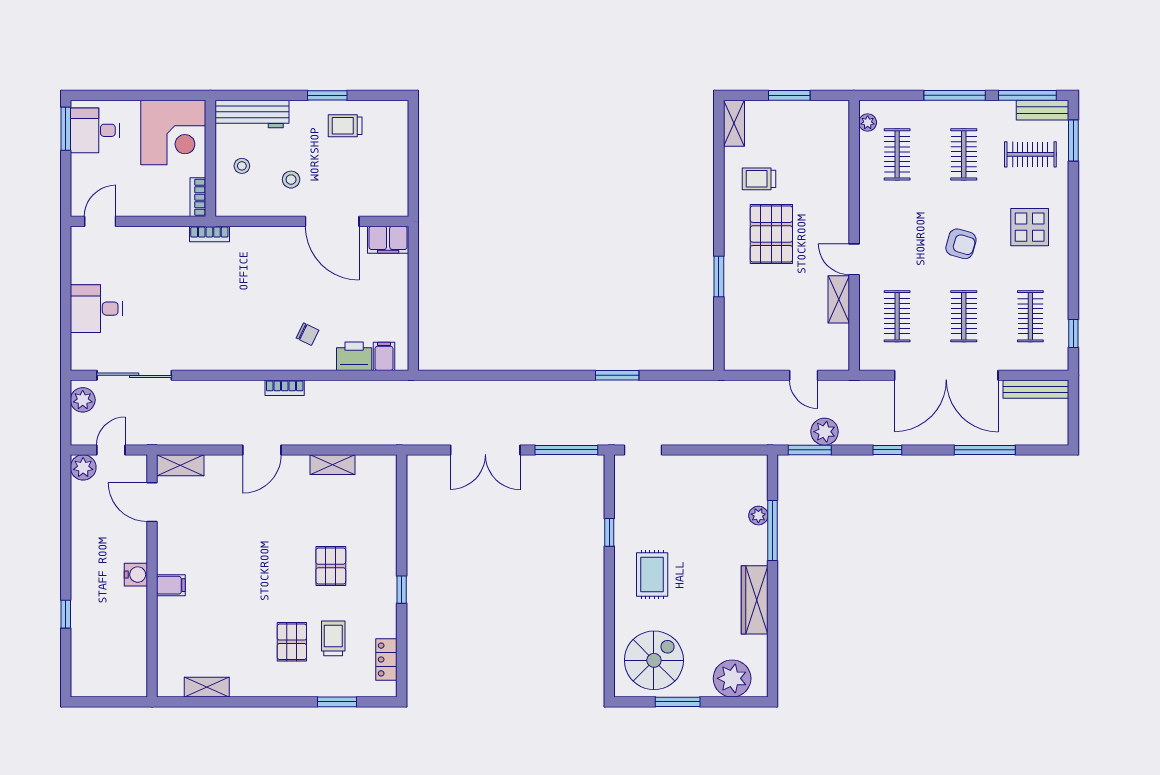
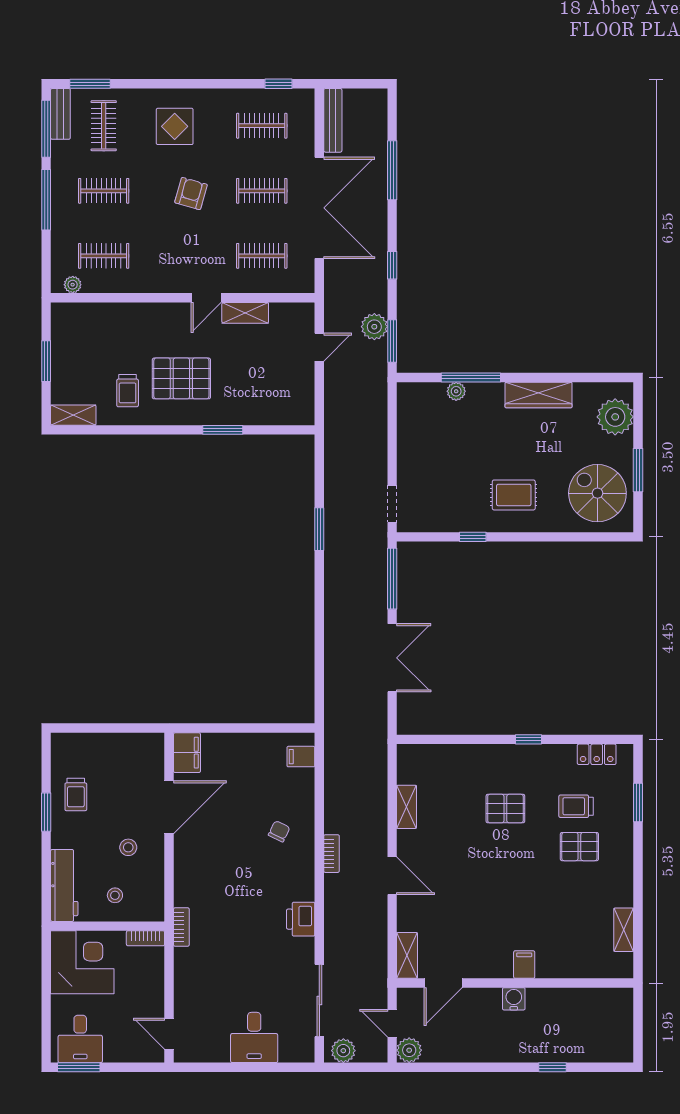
printer: (354, 356) -> (301, 919), moved

